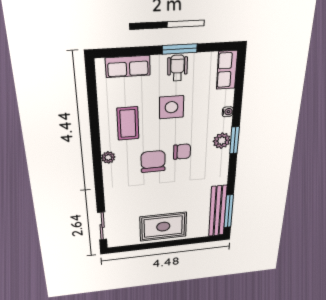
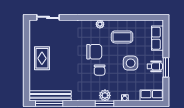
rug: (163, 227) -> (42, 58), width x0.73, depth x0.70

